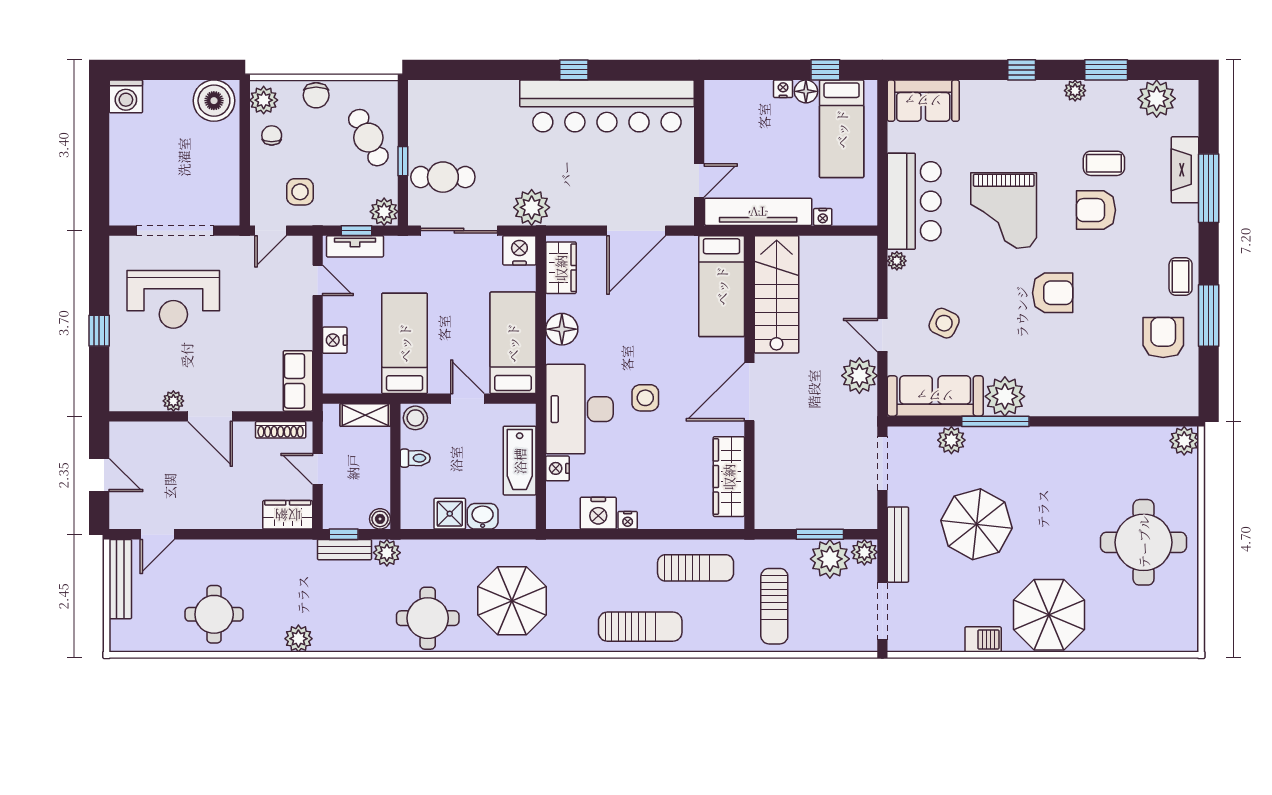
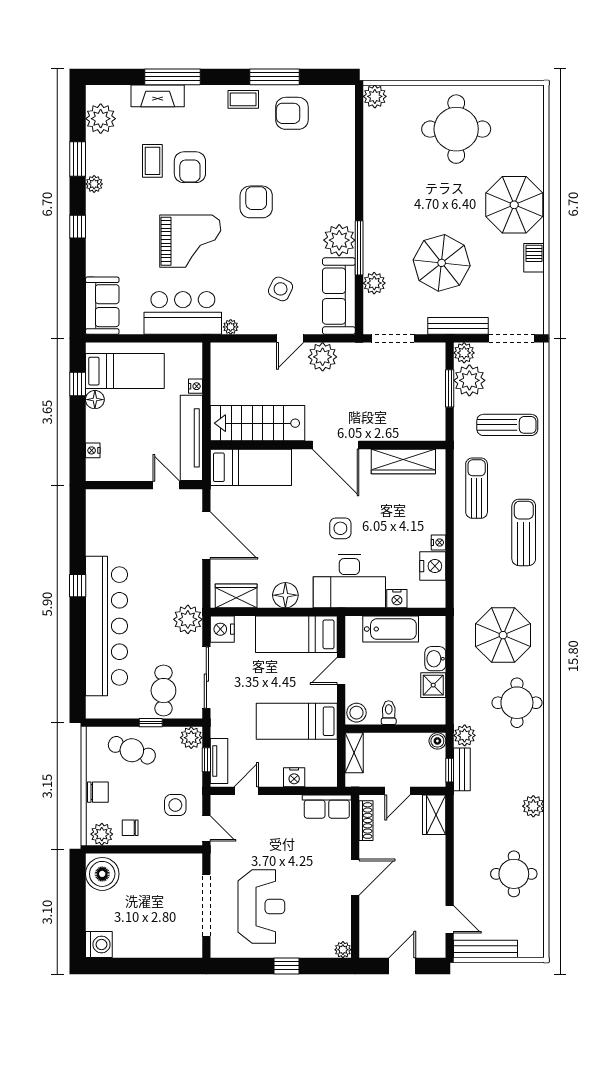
nightstand: (783, 89) -> (93, 450), moved
bar counter: (607, 106) -> (106, 626), moved
cafe table: (368, 138) -> (132, 750), turned 47
plant: (173, 401) -> (343, 950), moved

